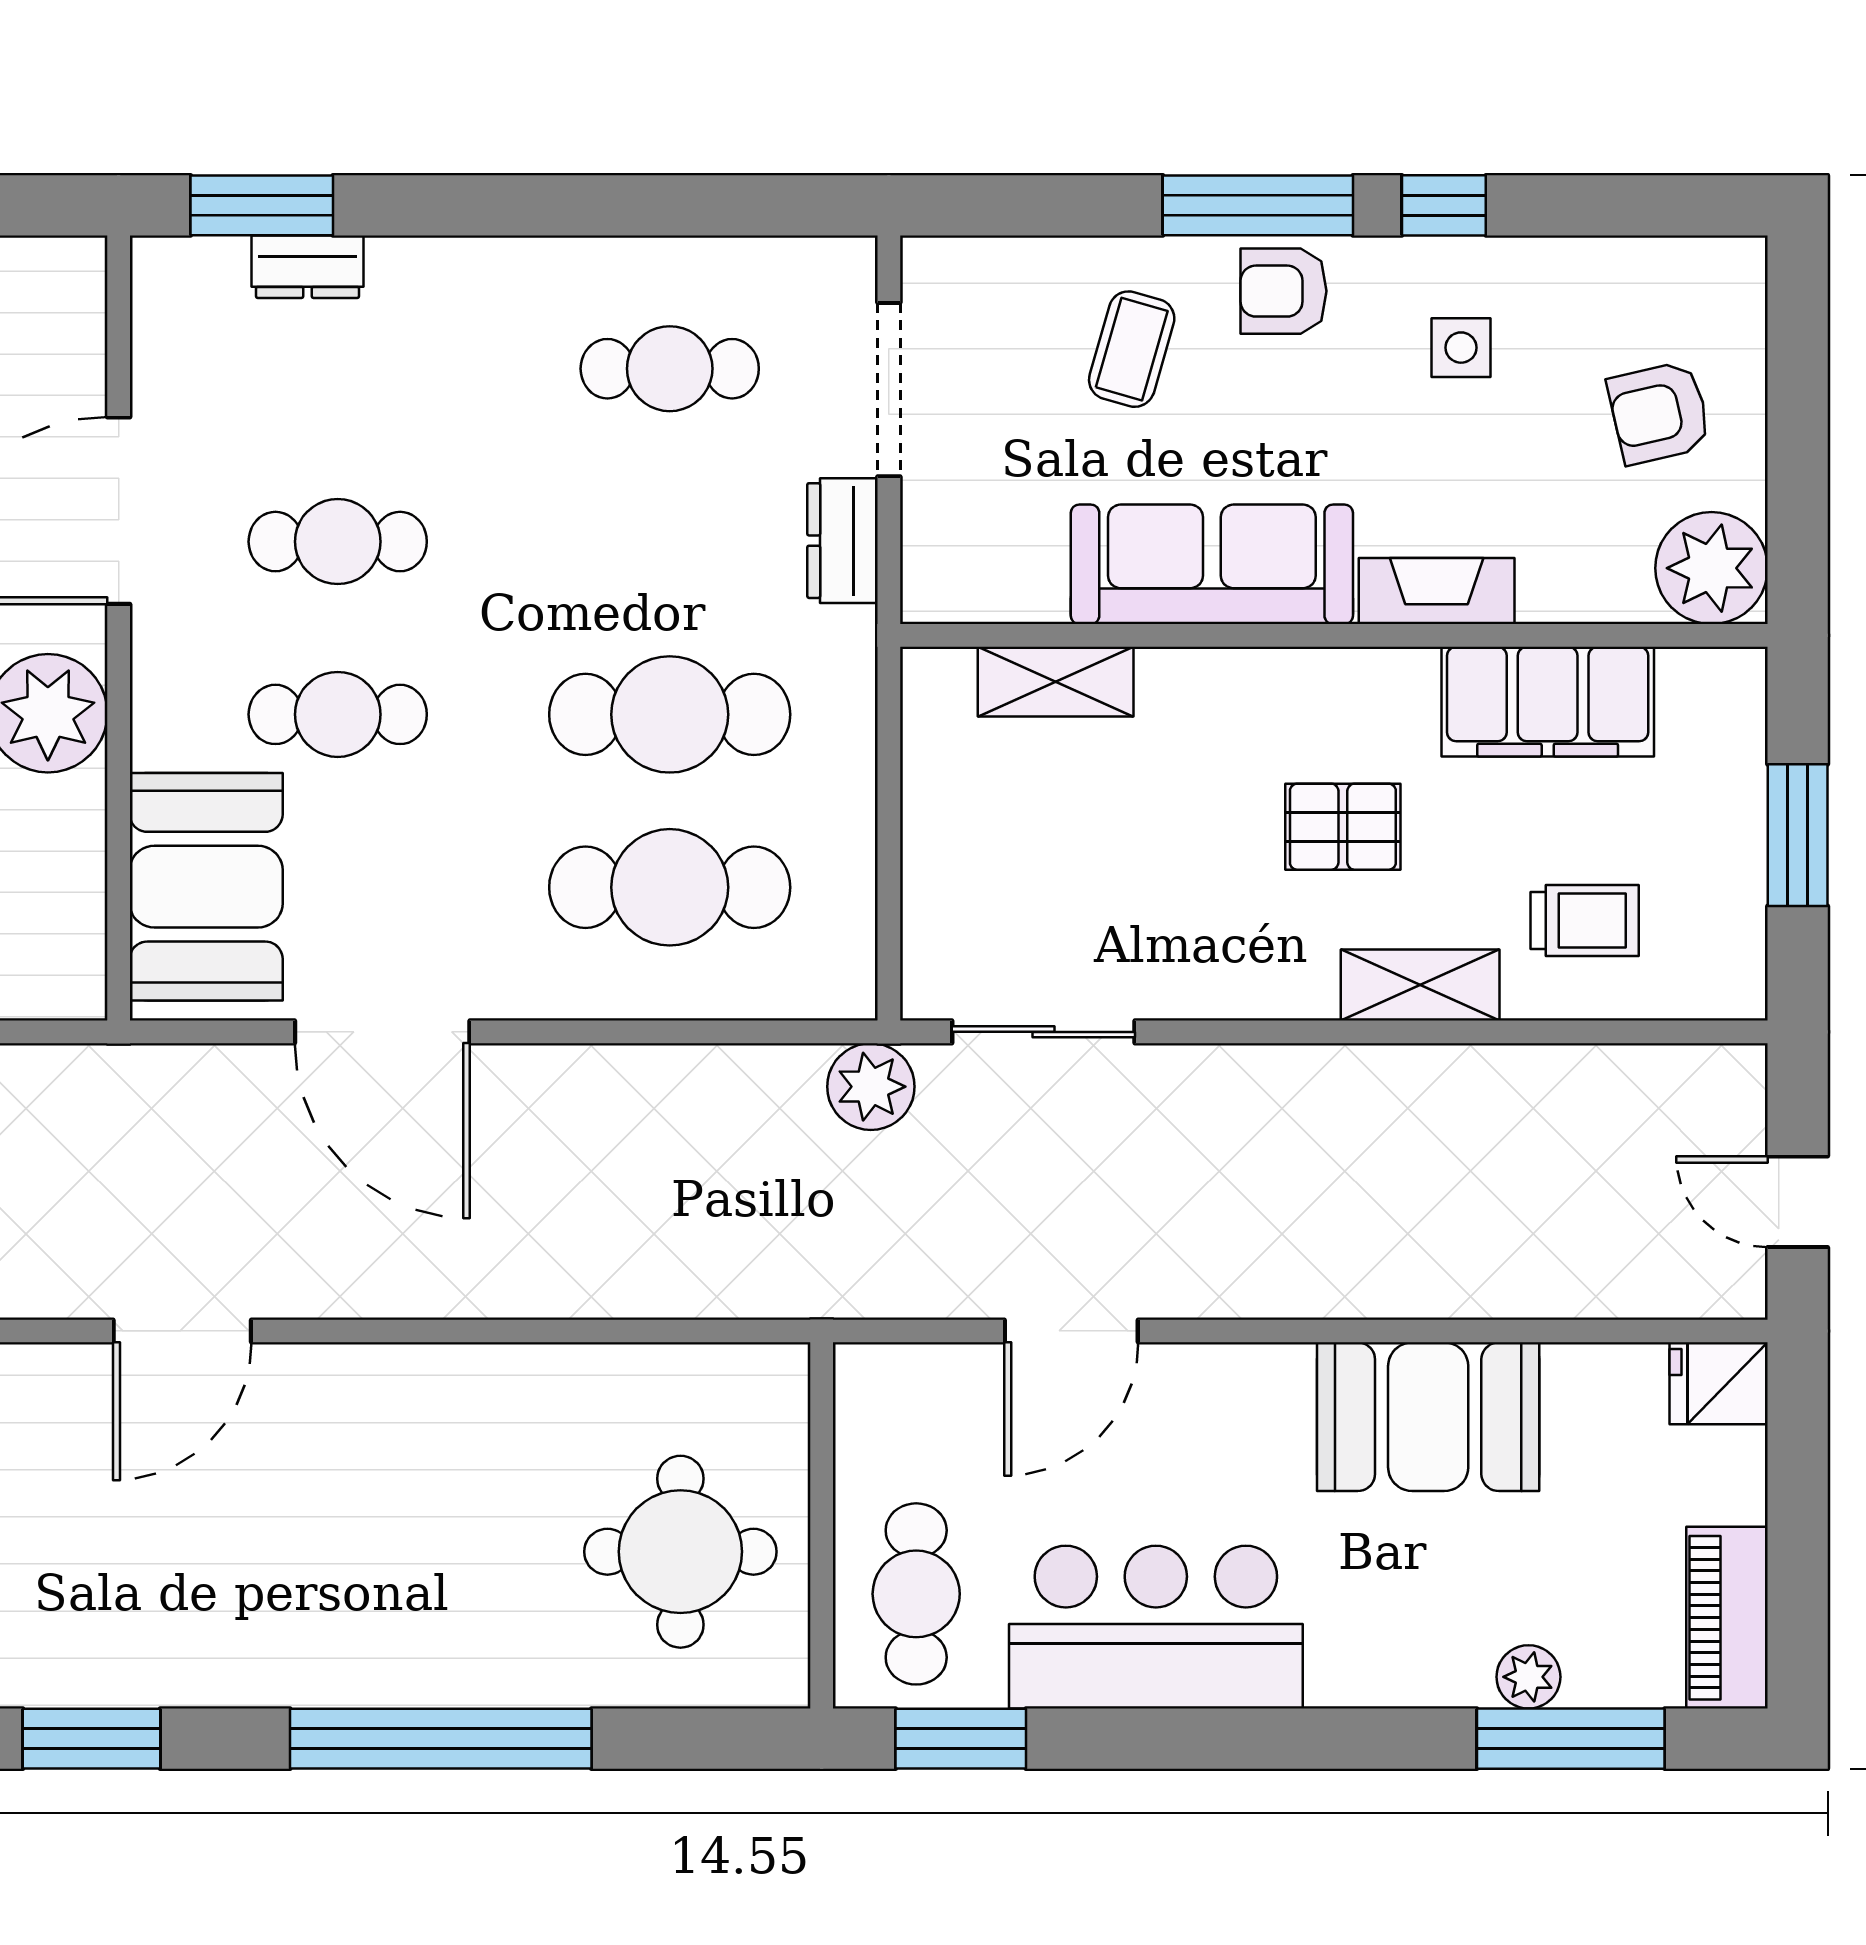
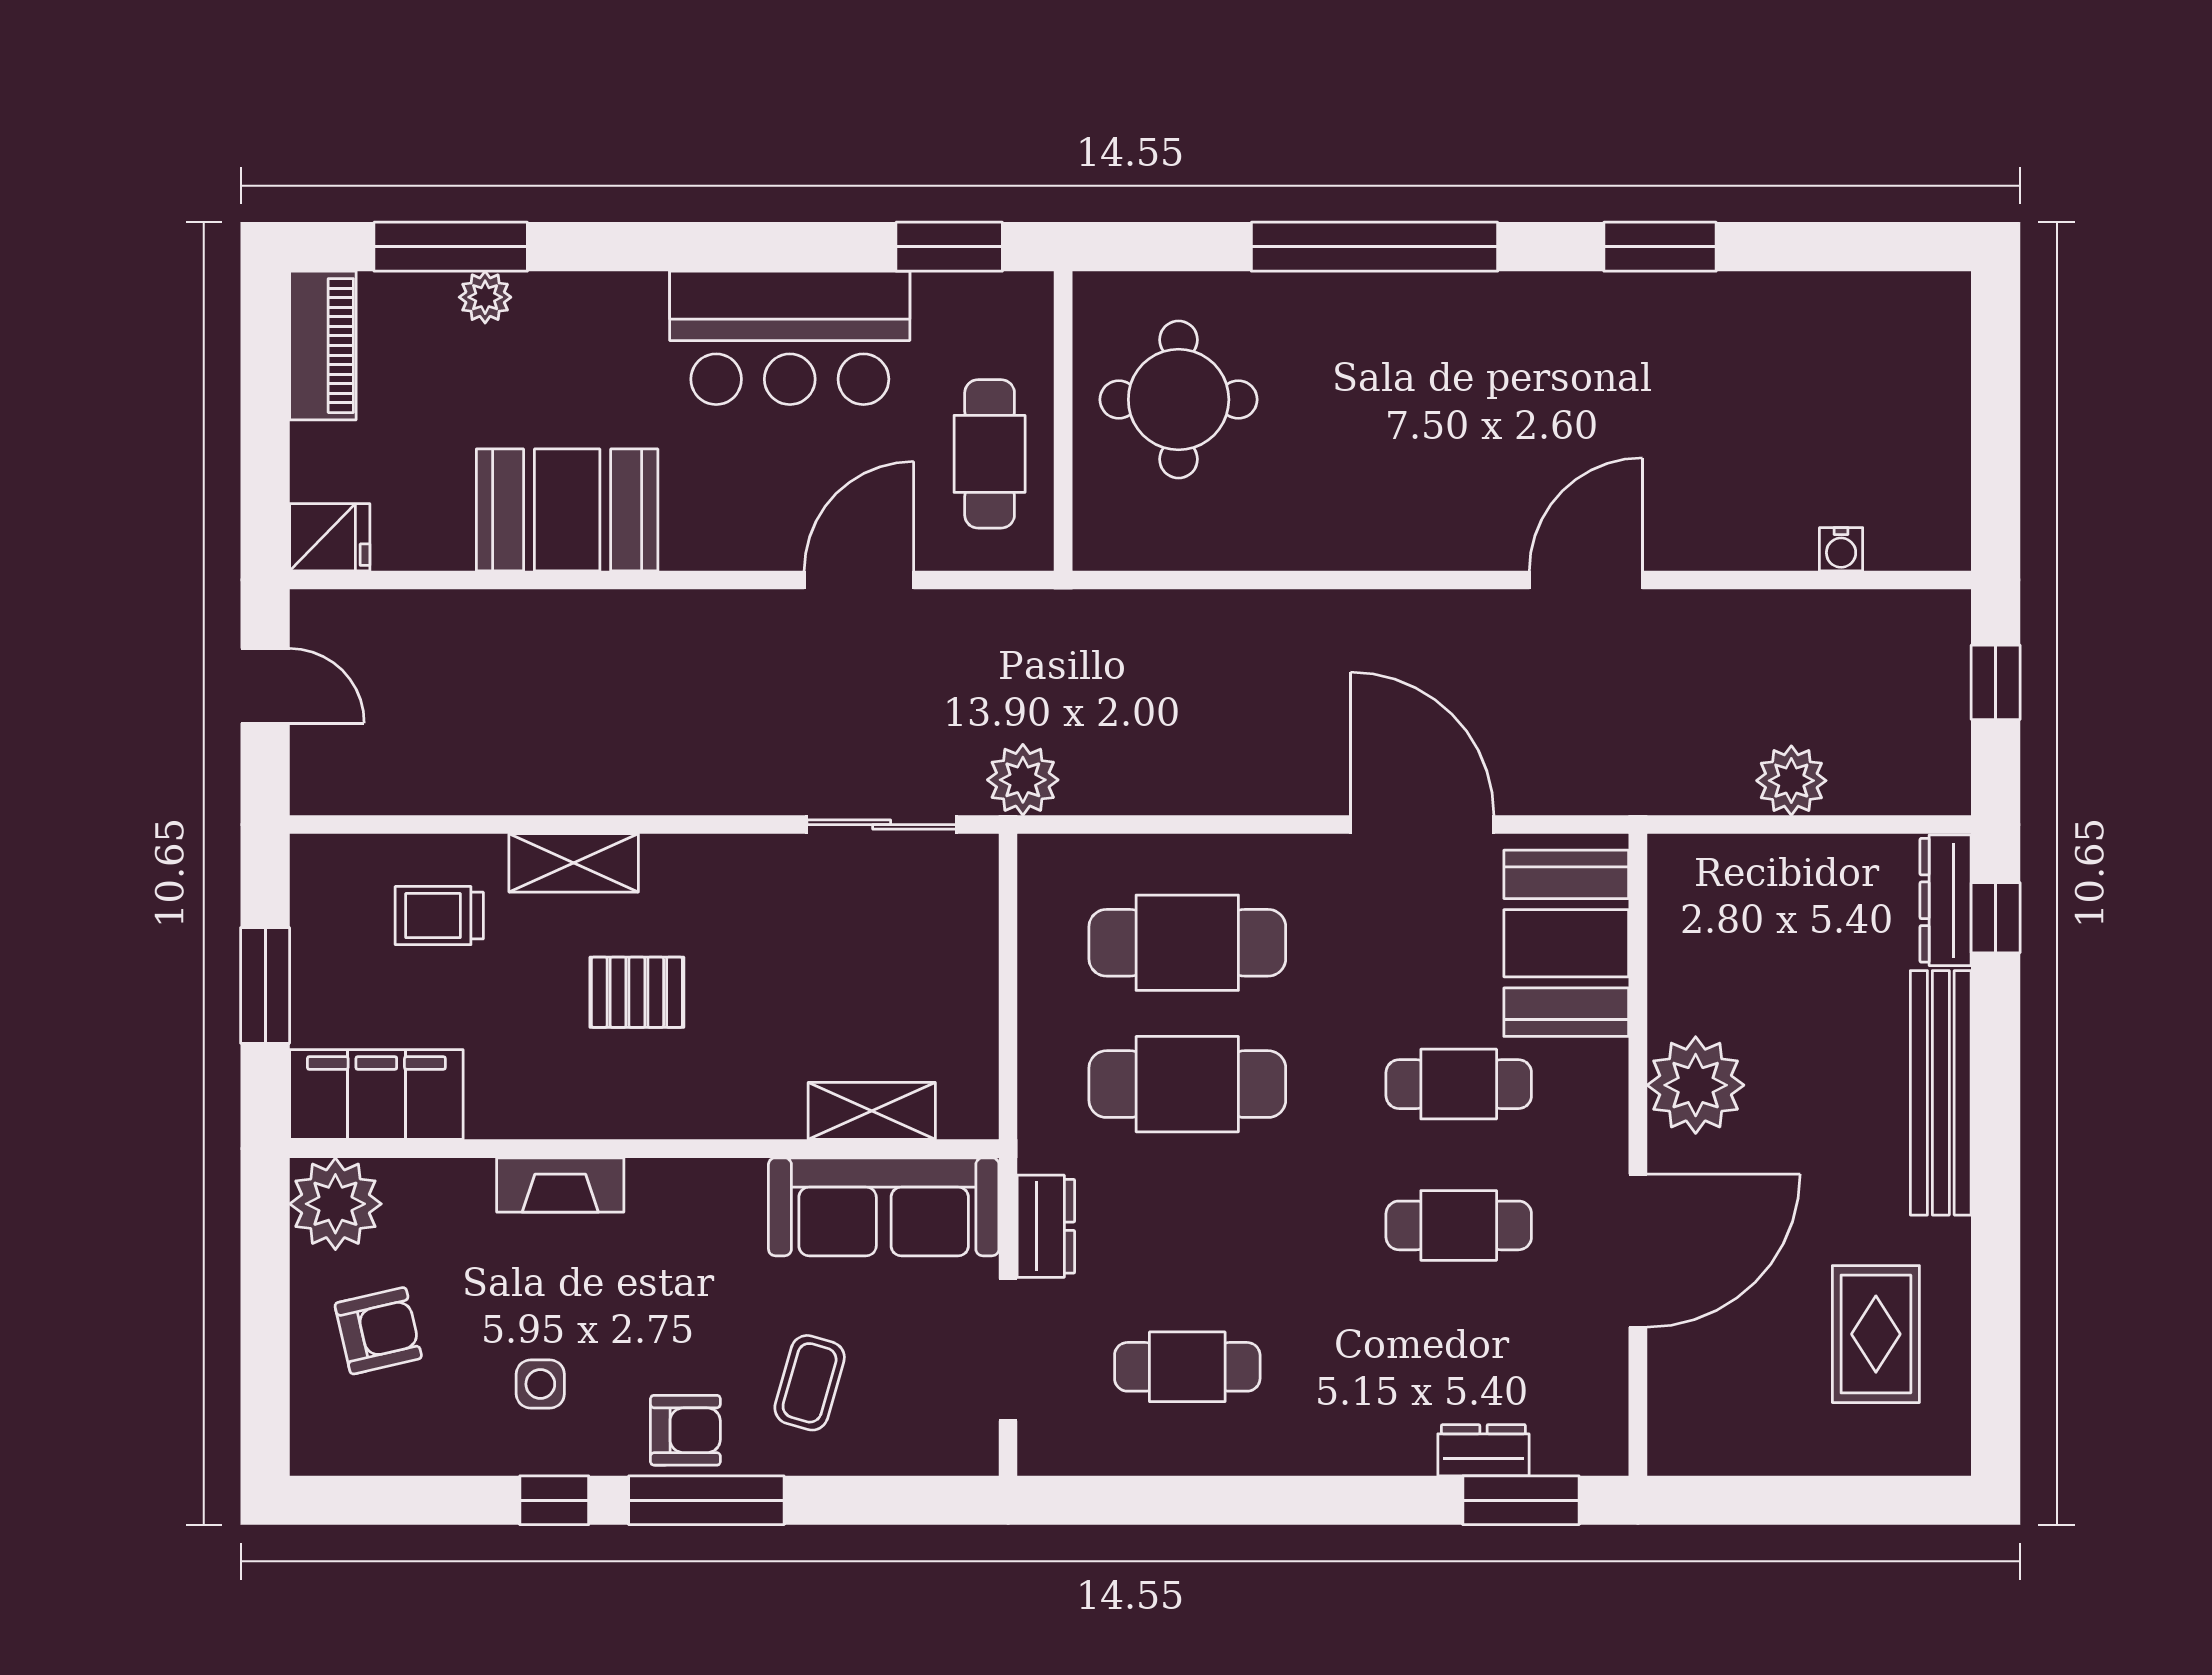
sofa: (1212, 564) -> (884, 1207), moved
filing cabinet: (1548, 702) -> (376, 1094), moved
cafe table: (916, 1594) -> (990, 454), moved

